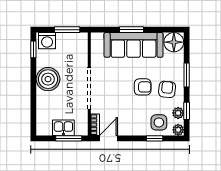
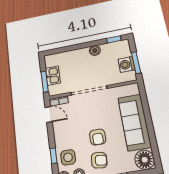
window: (132, 30) -> (148, 118), removed
washing machine: (47, 41) -> (126, 65), moved
boiler: (48, 79) -> (95, 50), width x0.54, depth x0.54

